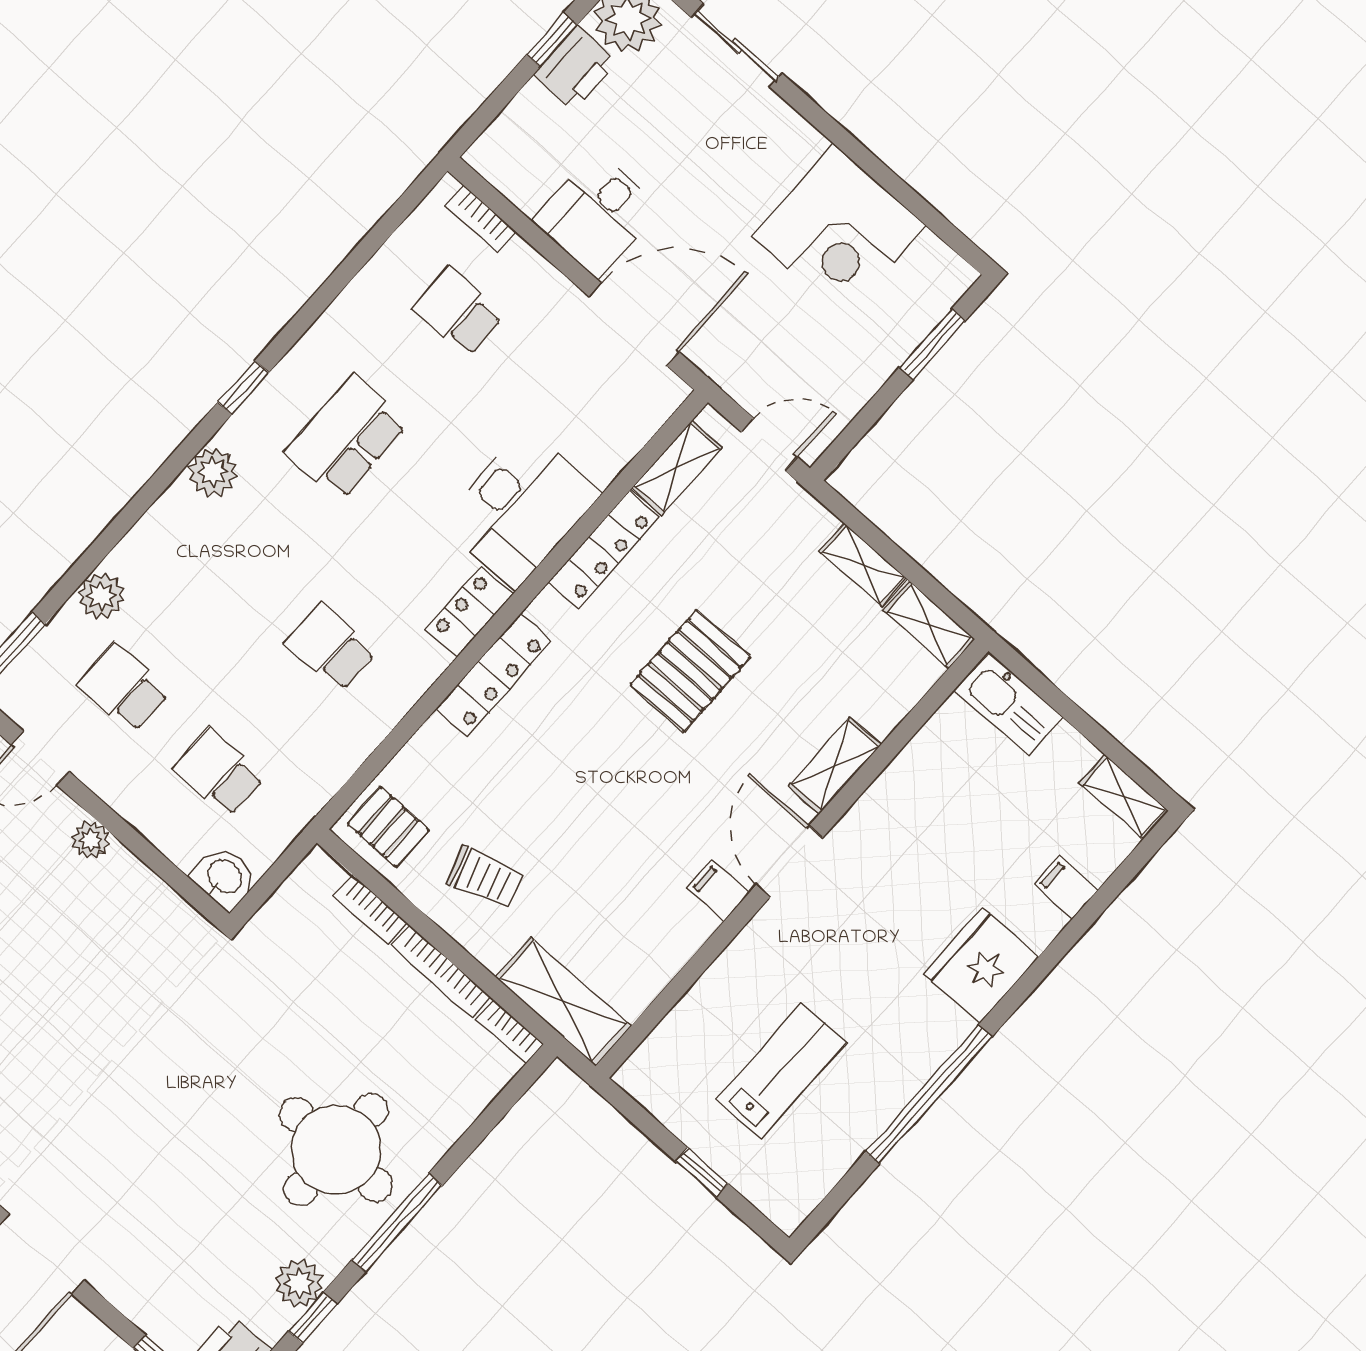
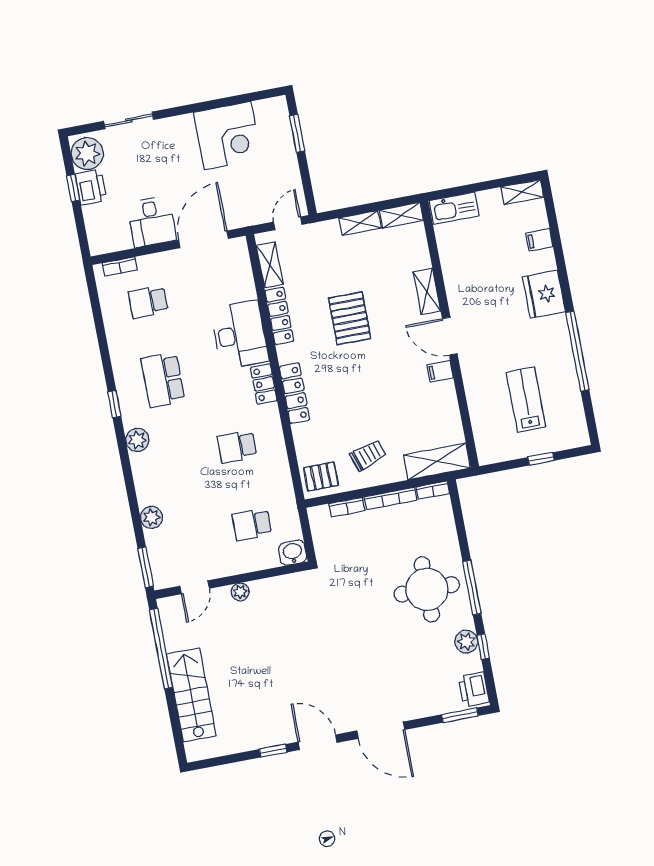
school desk: (124, 688) -> (193, 536), removed

